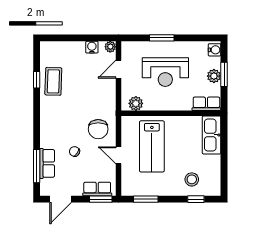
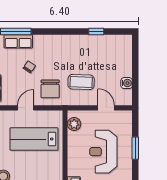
plant: (110, 47) -> (127, 100), removed
coffee table: (53, 81) -> (81, 82), moved
chair: (98, 129) -> (50, 89), turned -90

